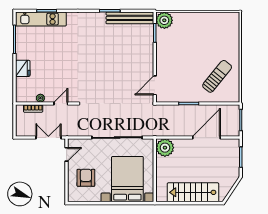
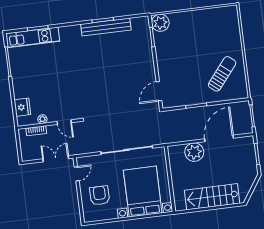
bench: (130, 18) -> (106, 27), moved
fridge: (23, 68) -> (22, 107), moved
door: (61, 104) -> (64, 122), swing flipped
plant: (165, 148) -> (194, 152), moved

